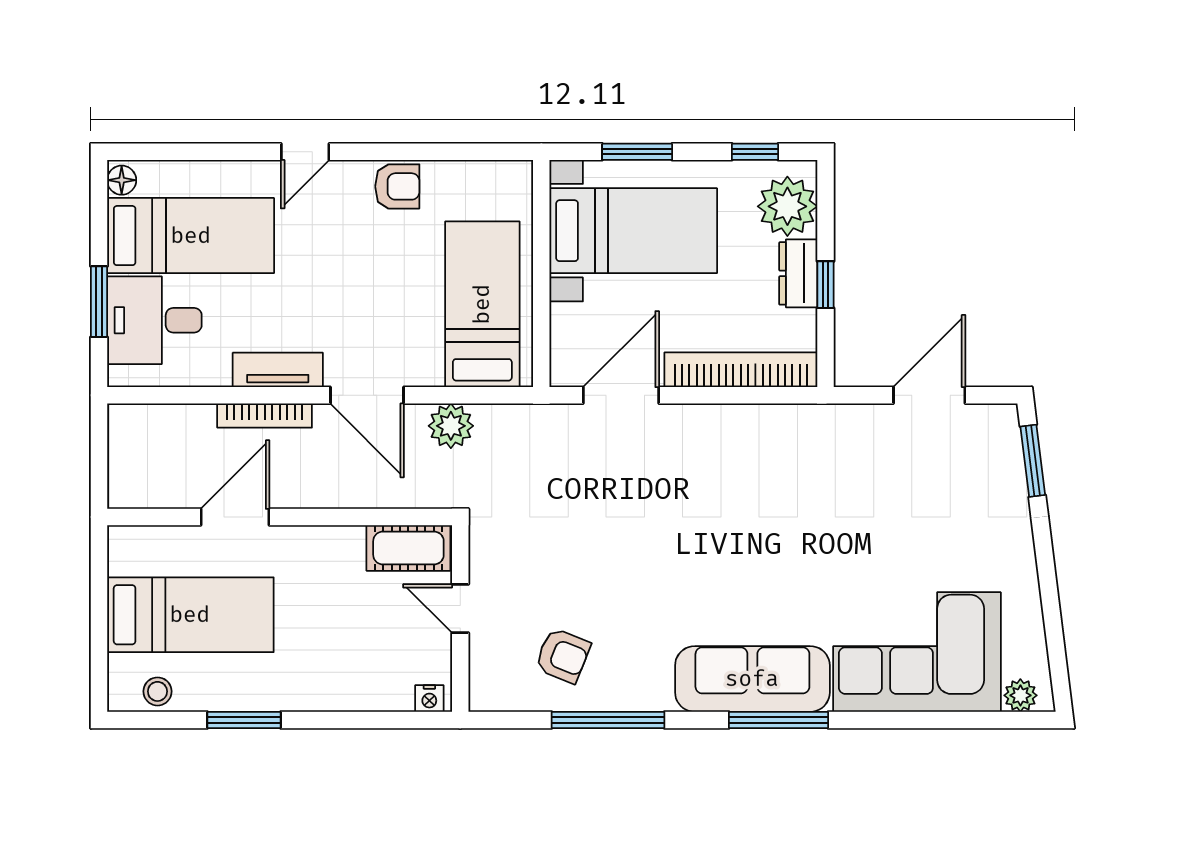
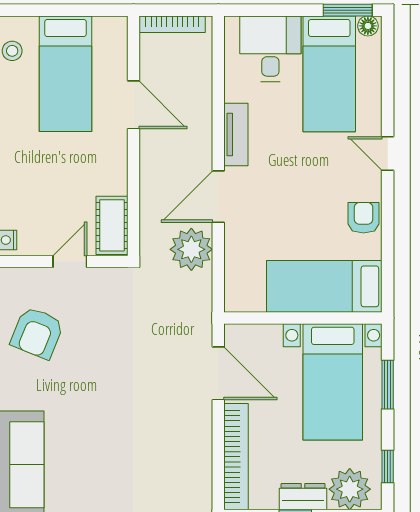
armchair: (397, 186) -> (364, 218), turned 180
window: (99, 302) -> (348, 10), moved
bed: (482, 304) -> (324, 286), moved, turned 180
bookcase: (265, 416) -> (172, 24), moved, turned -90
plant: (451, 426) -> (191, 249), width x1.36, depth x1.36
armchair: (563, 656) -> (37, 333), width x1.38, depth x1.38

